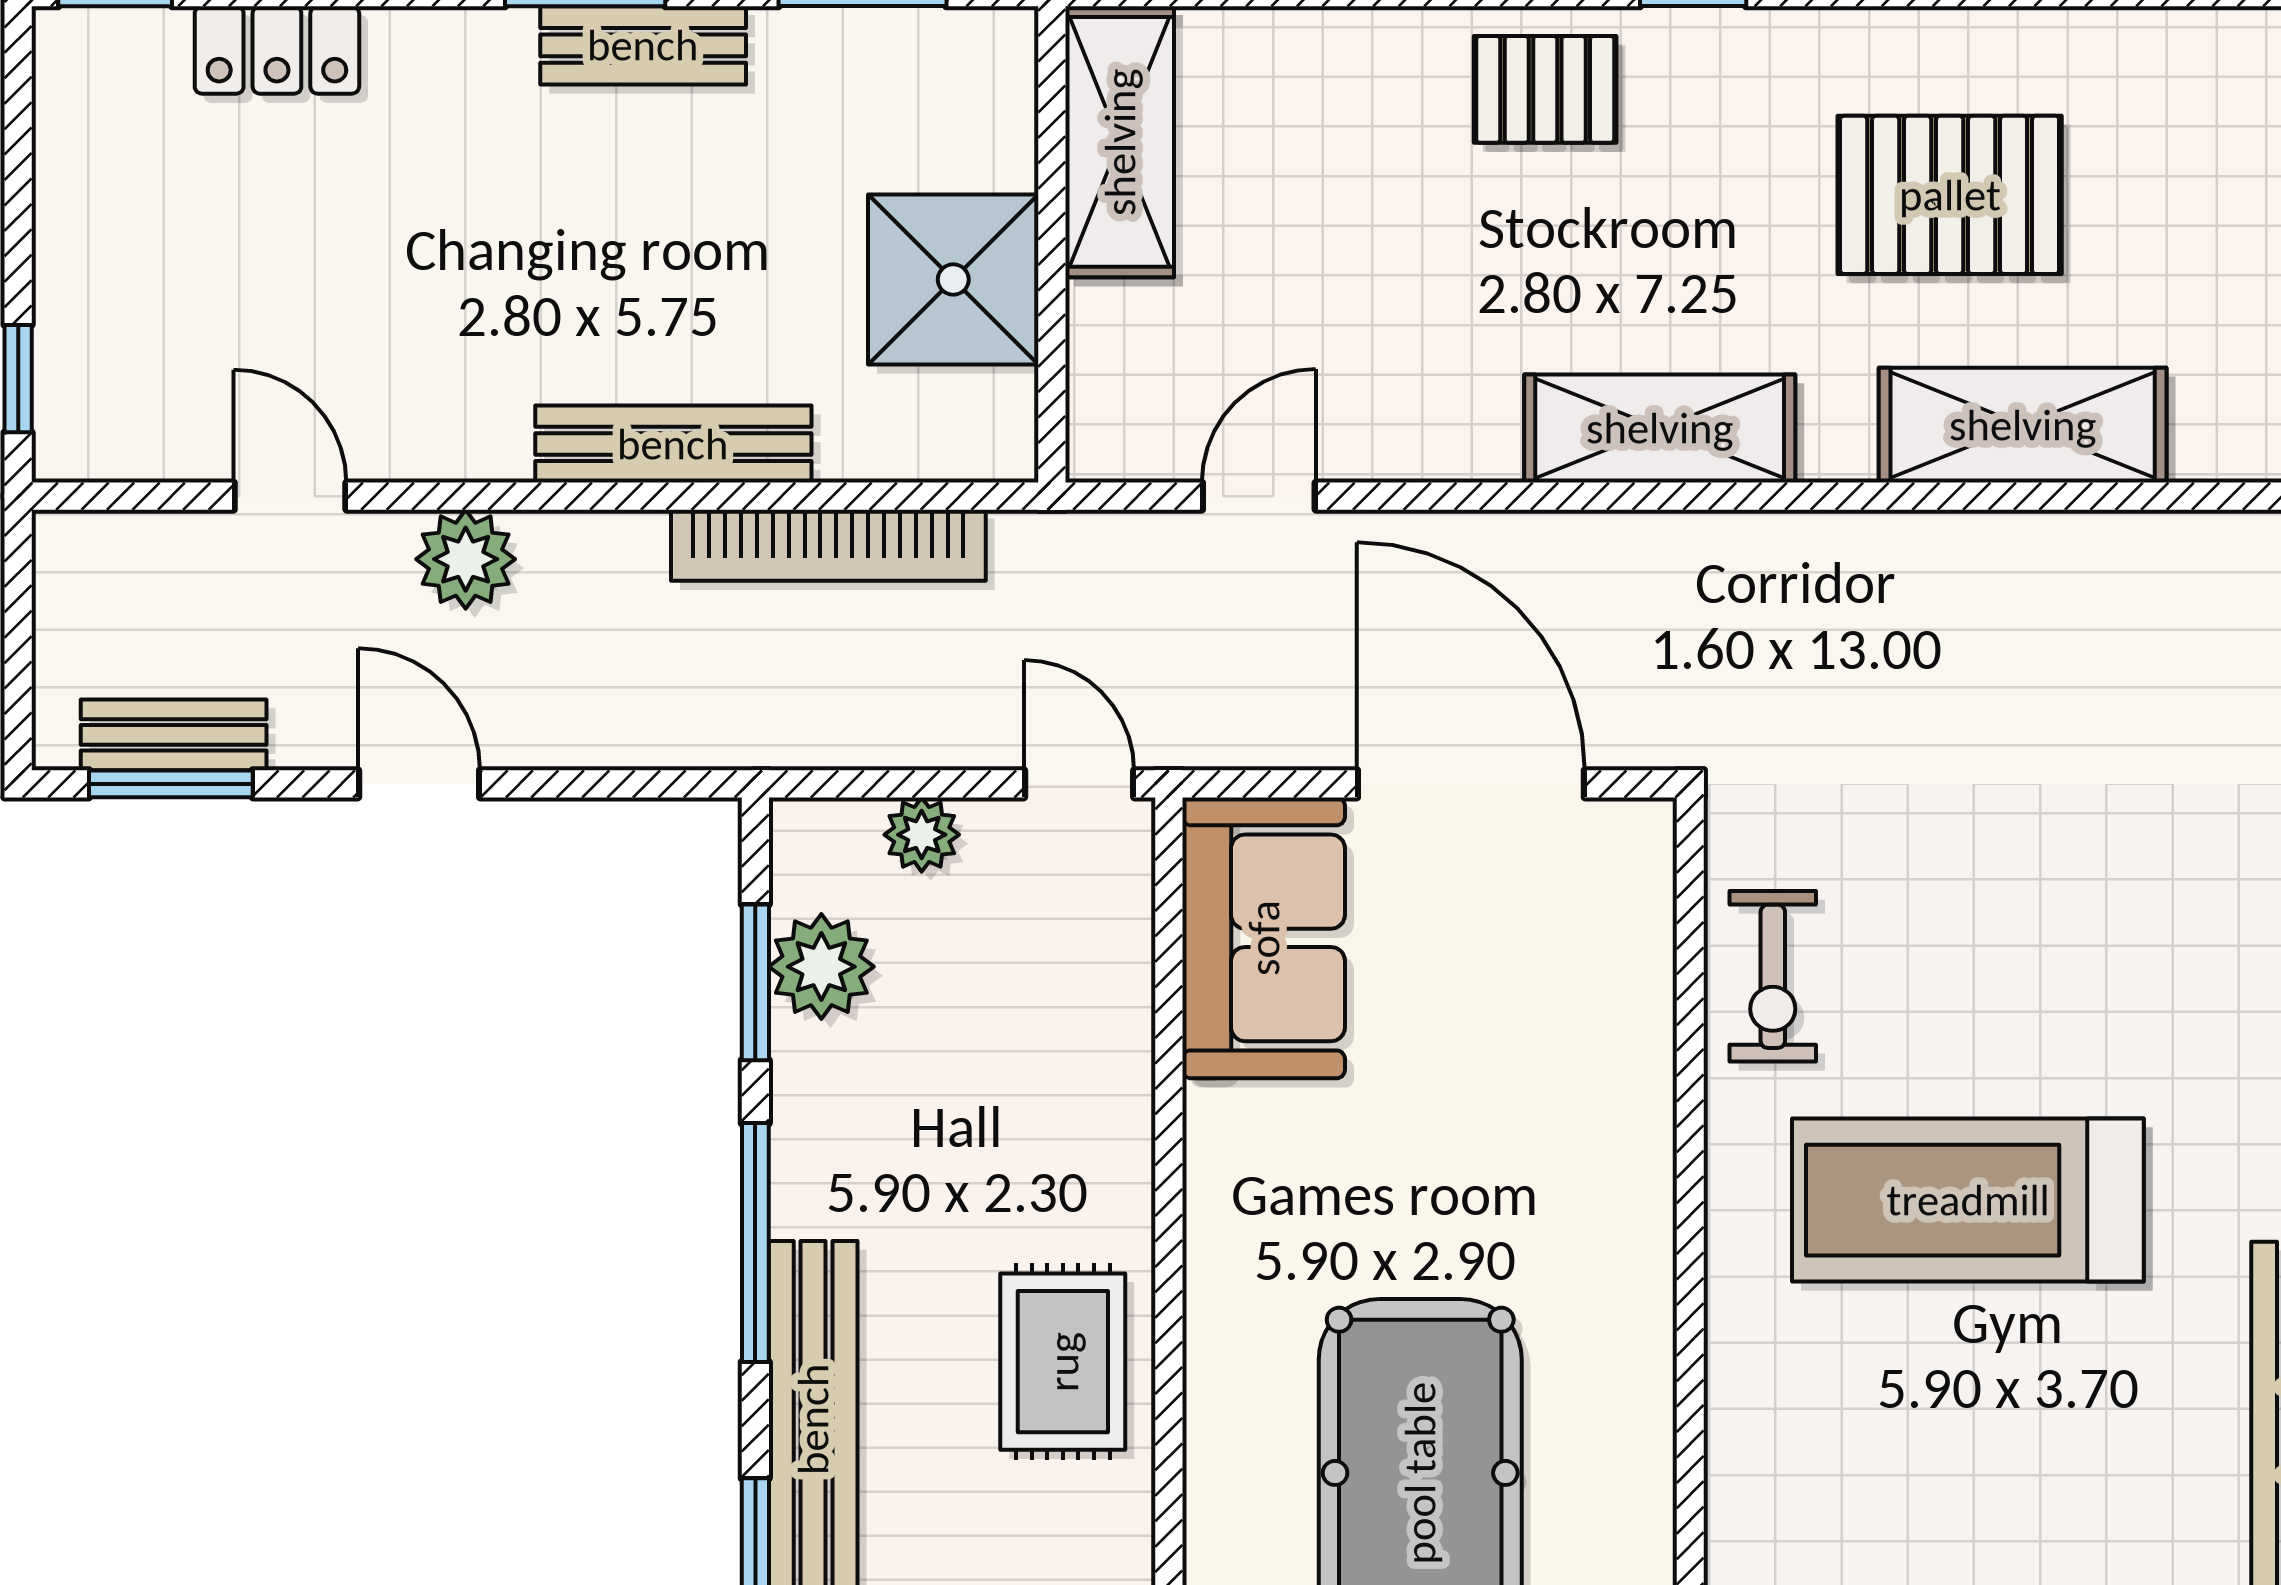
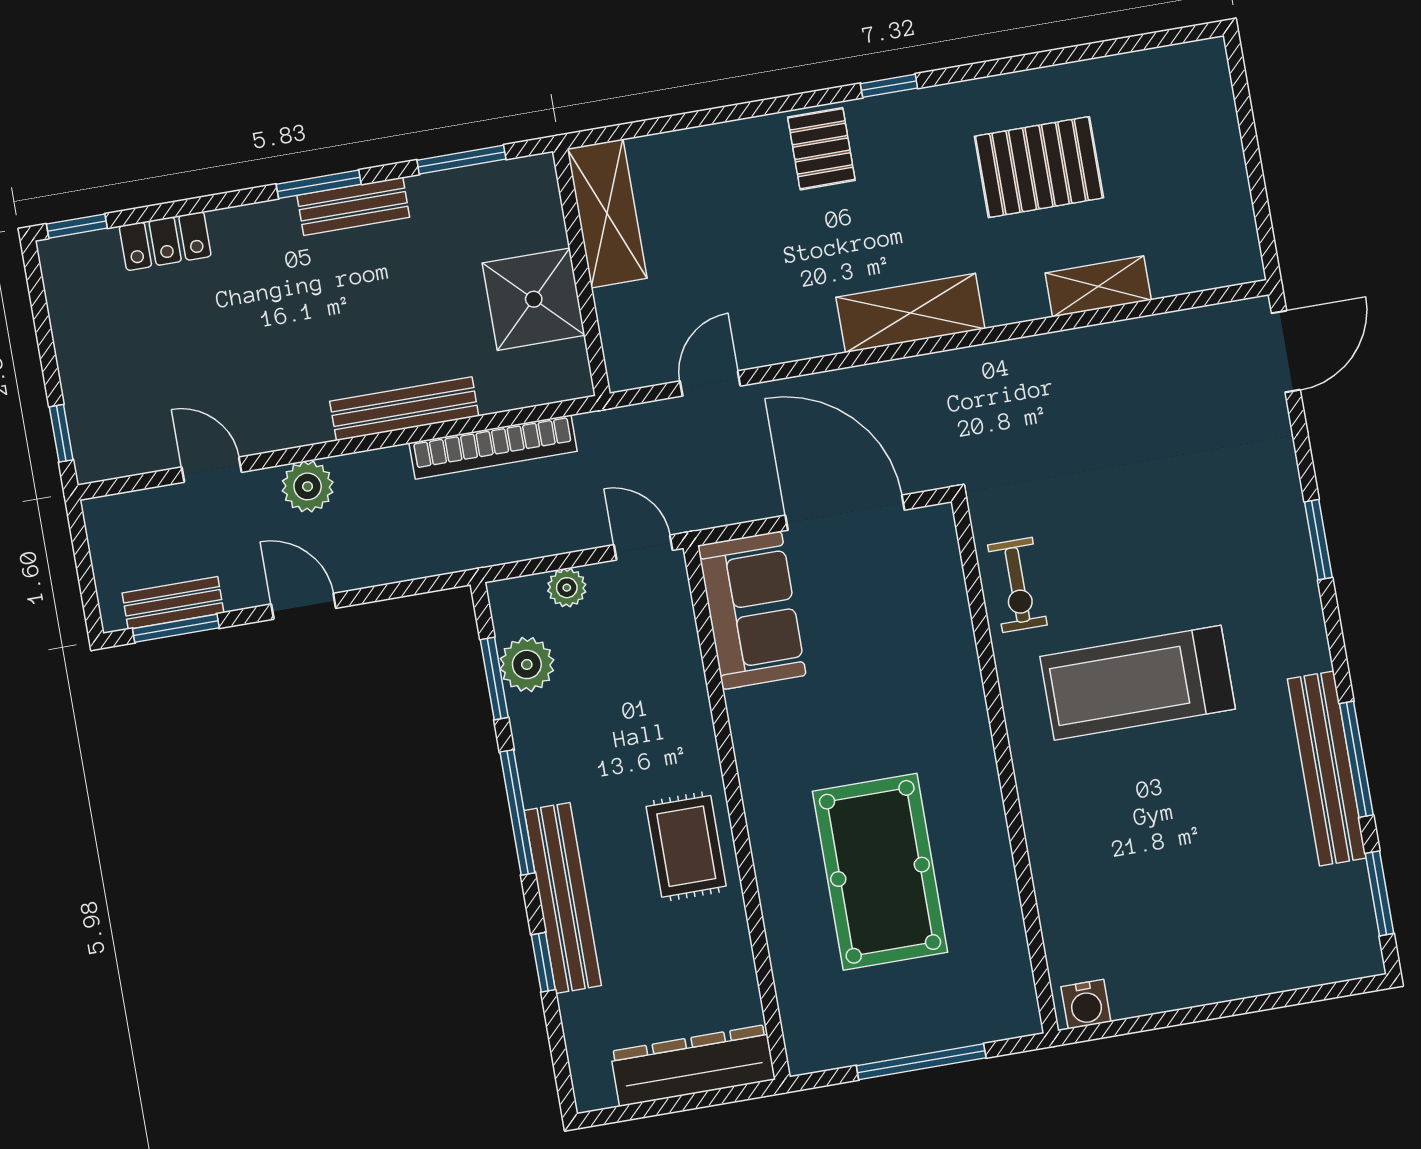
pallet: (1545, 89) -> (821, 149), turned 90
shelving: (2023, 425) -> (1098, 286), width x0.67, depth x0.75

